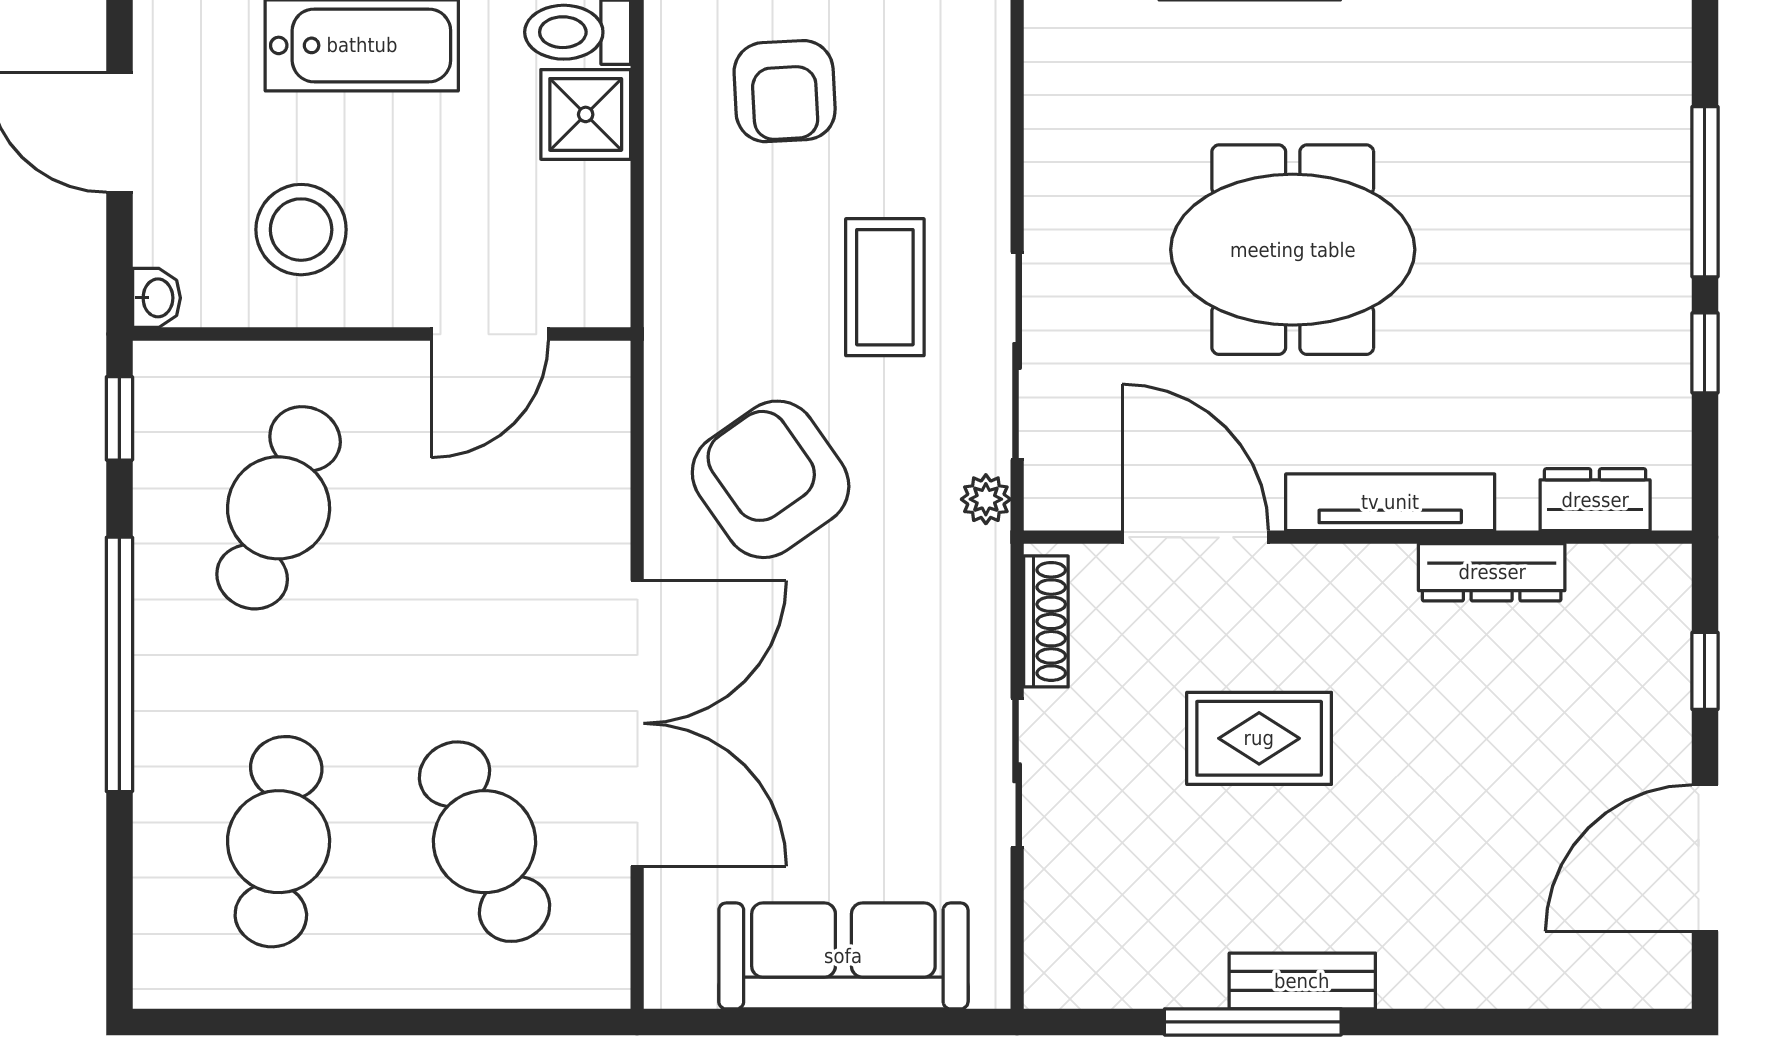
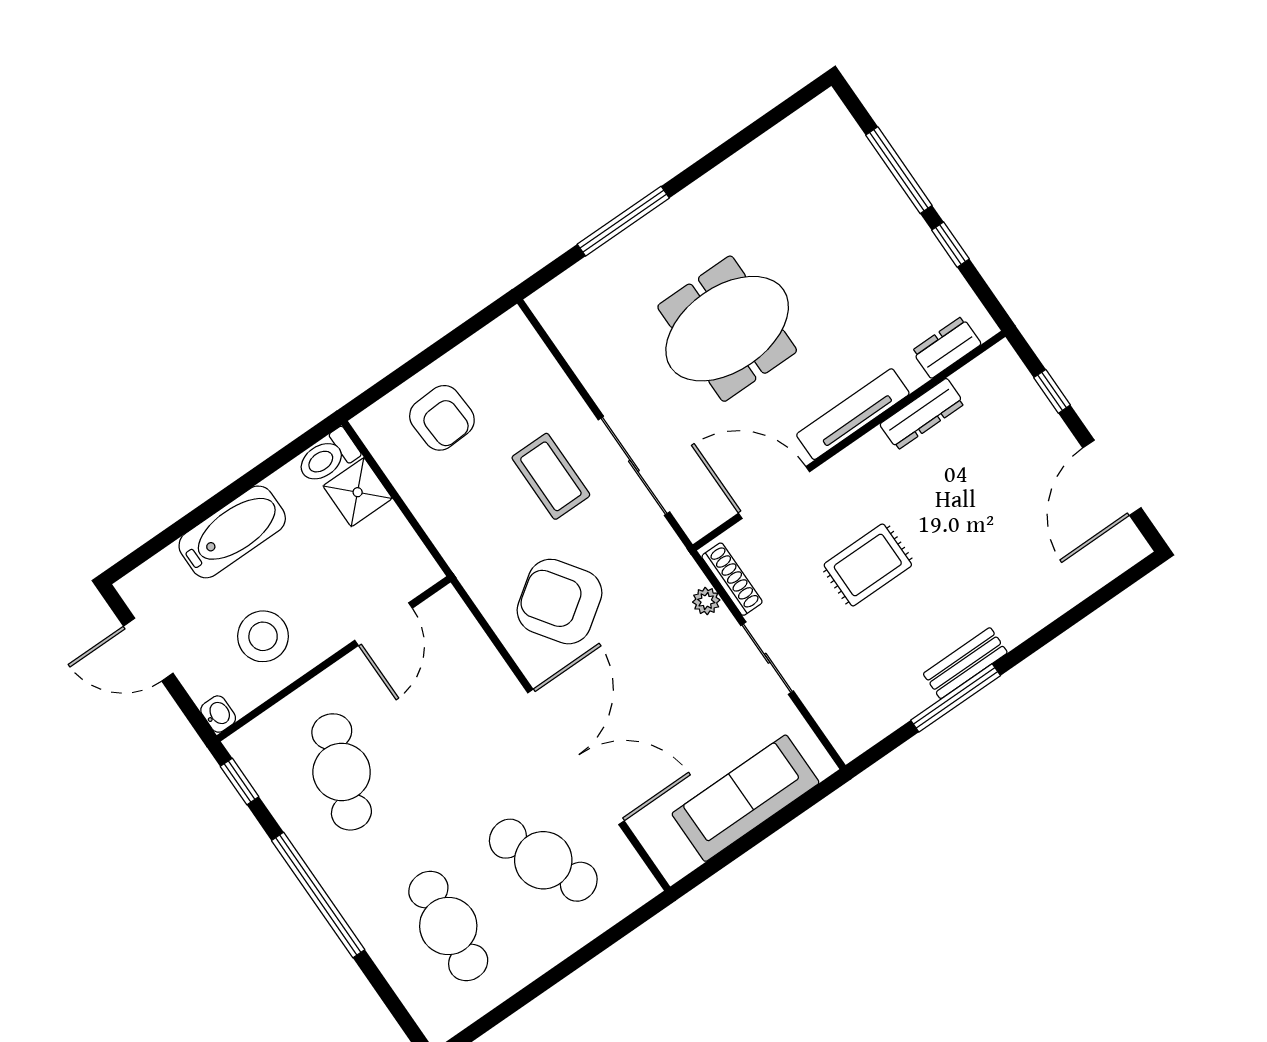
plant: (986, 499) -> (706, 601), moved

